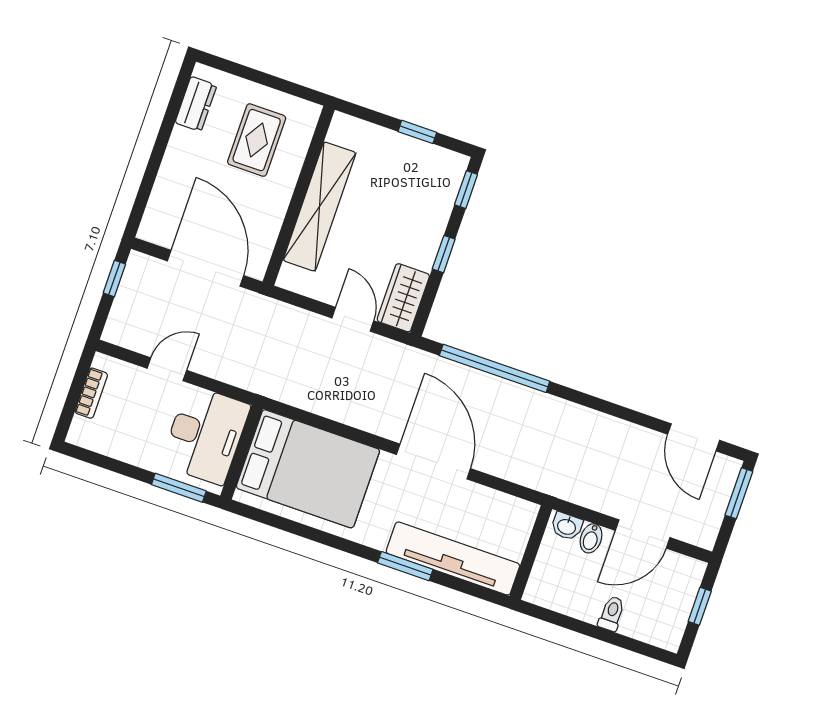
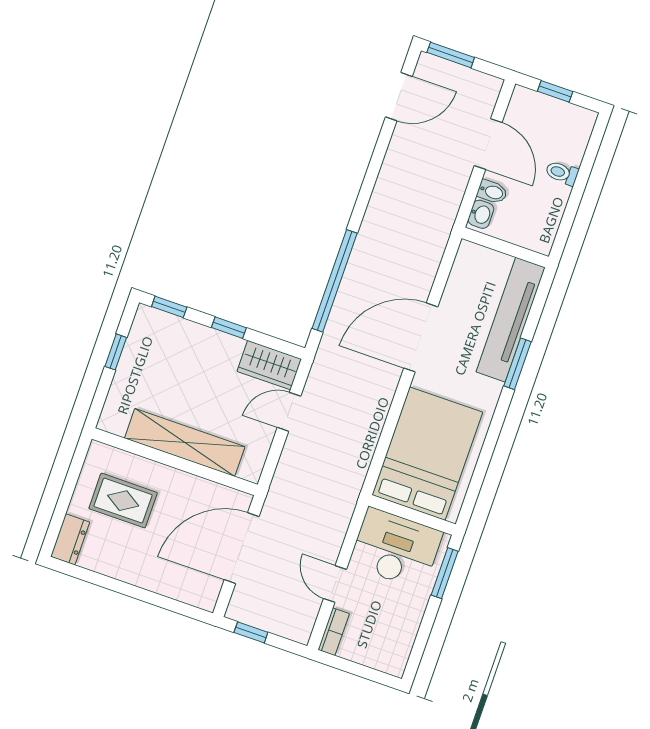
dresser: (196, 104) -> (70, 539), moved, turned 90
bookcase: (91, 393) -> (334, 632), moved, turned 90

